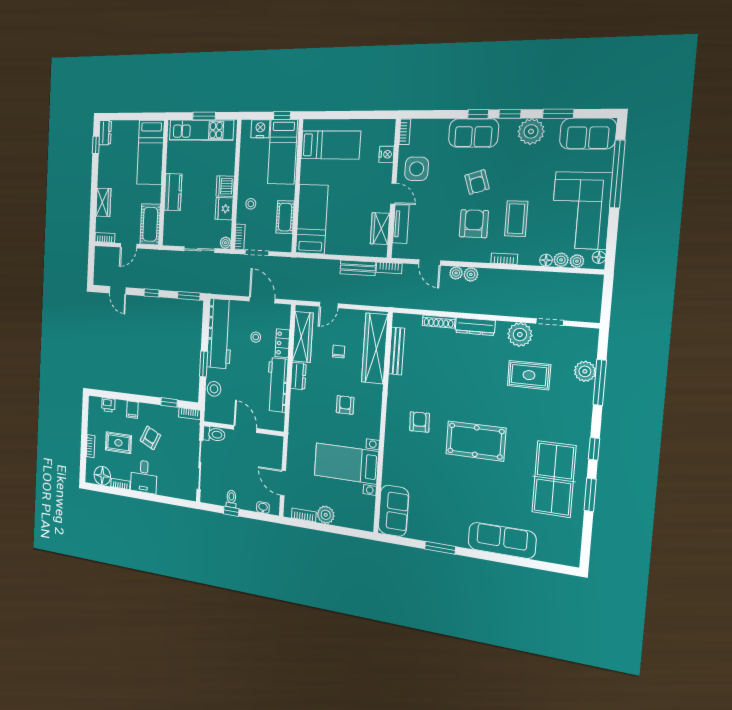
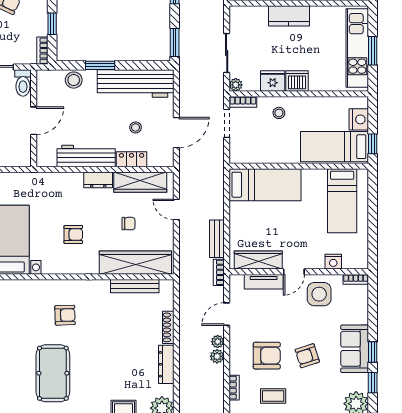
cot: (285, 217) -> (266, 154), removed
coffee table: (516, 219) -> (273, 396), width x0.73, depth x0.77
wardrobe: (380, 229) -> (258, 260), width x1.50

